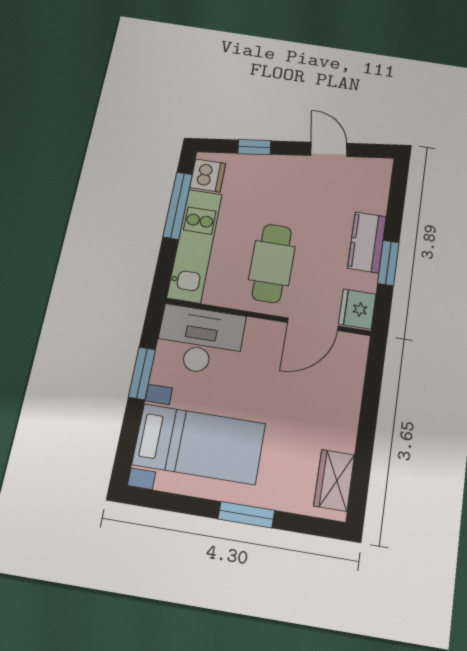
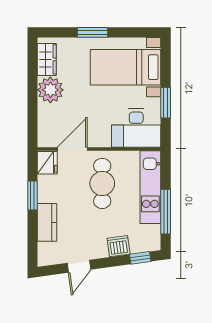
window: (254, 147) -> (140, 258), moved
door: (329, 149) -> (79, 266), hinge flipped
dishwasher: (208, 175) -> (119, 246), moved, turned 82
kitchen counter: (367, 242) -> (47, 222), moved
plant: (335, 427) -> (50, 90), added

